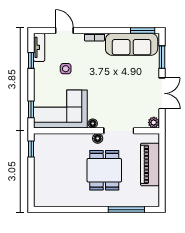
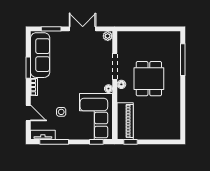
door: (64, 31) -> (28, 113), swing flipped
window: (143, 31) -> (28, 68), moved
window: (31, 60) -> (54, 142), width x2.17
piano: (150, 164) -> (125, 121), moved, turned -90
dining table: (104, 170) -> (149, 79), turned 90

